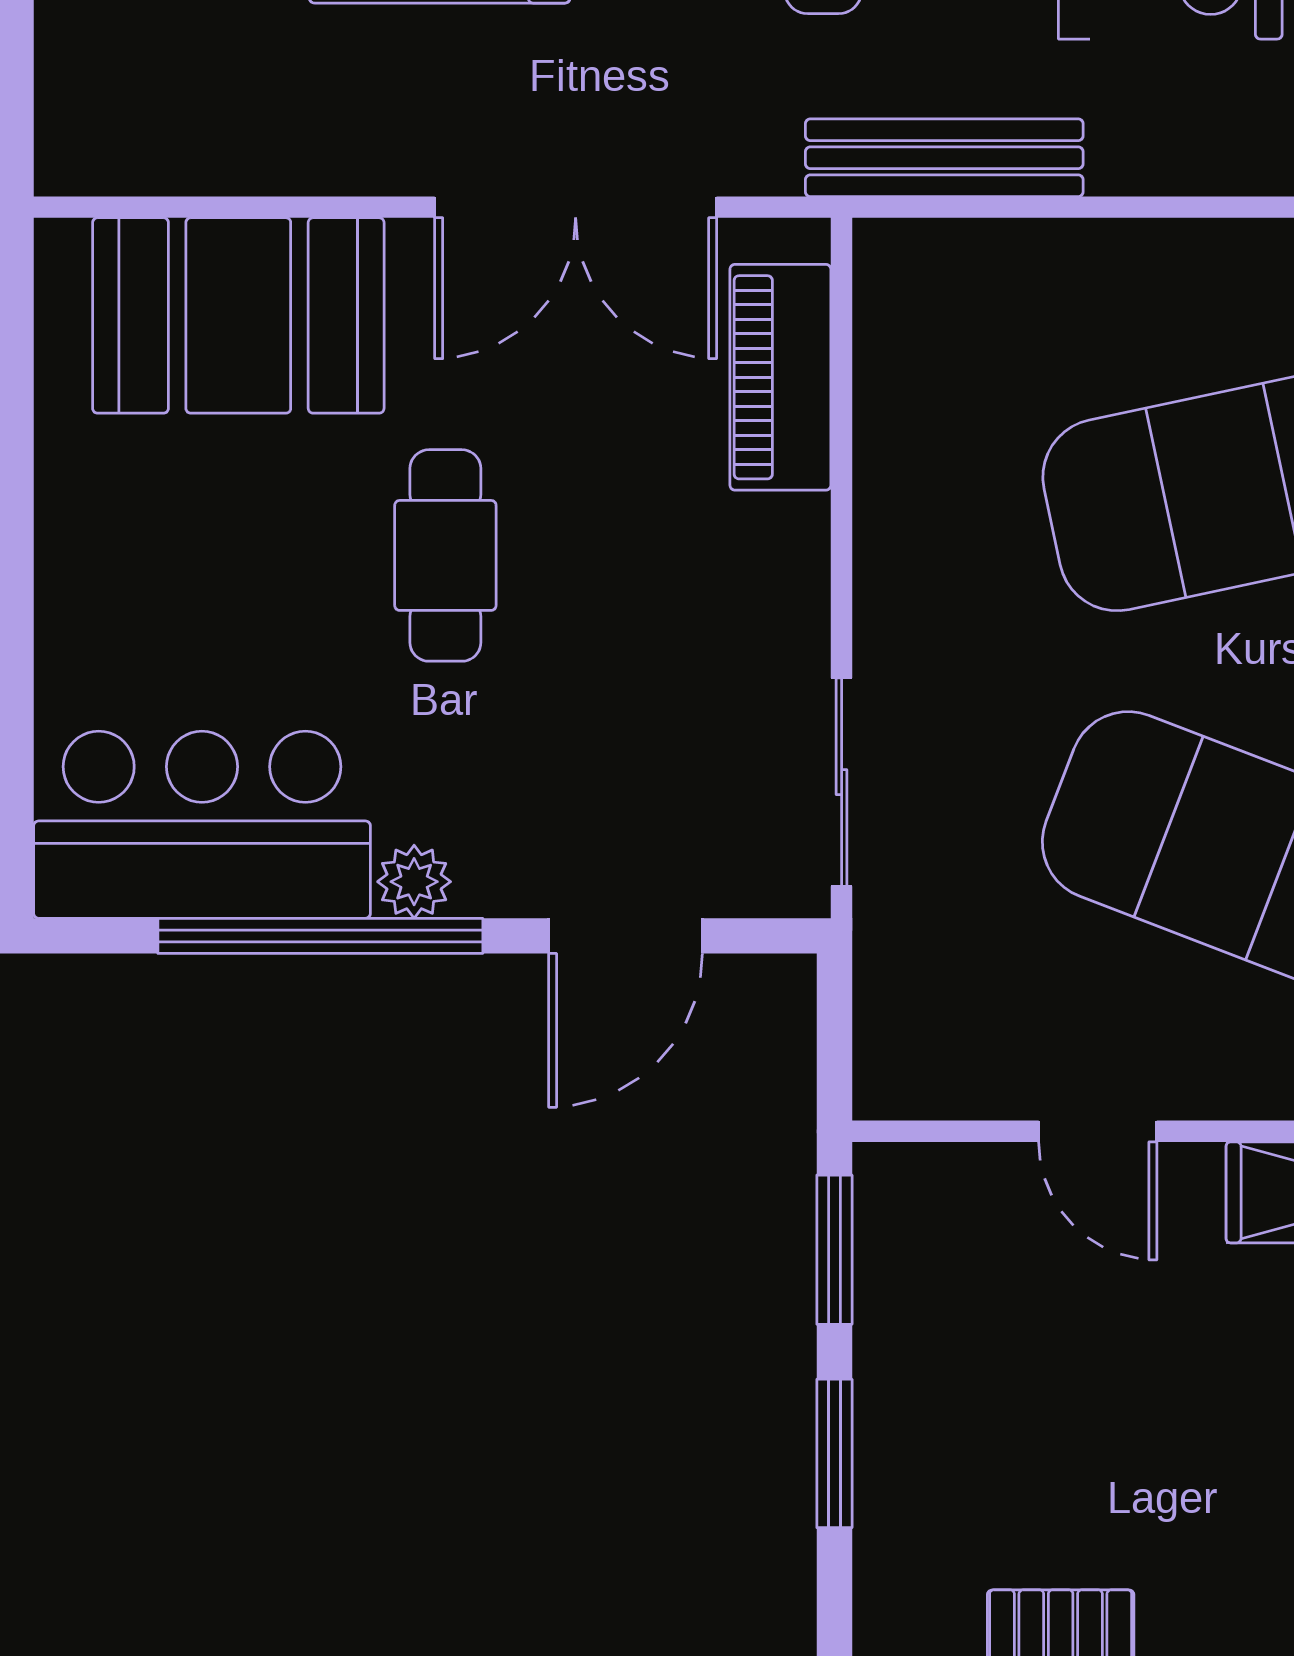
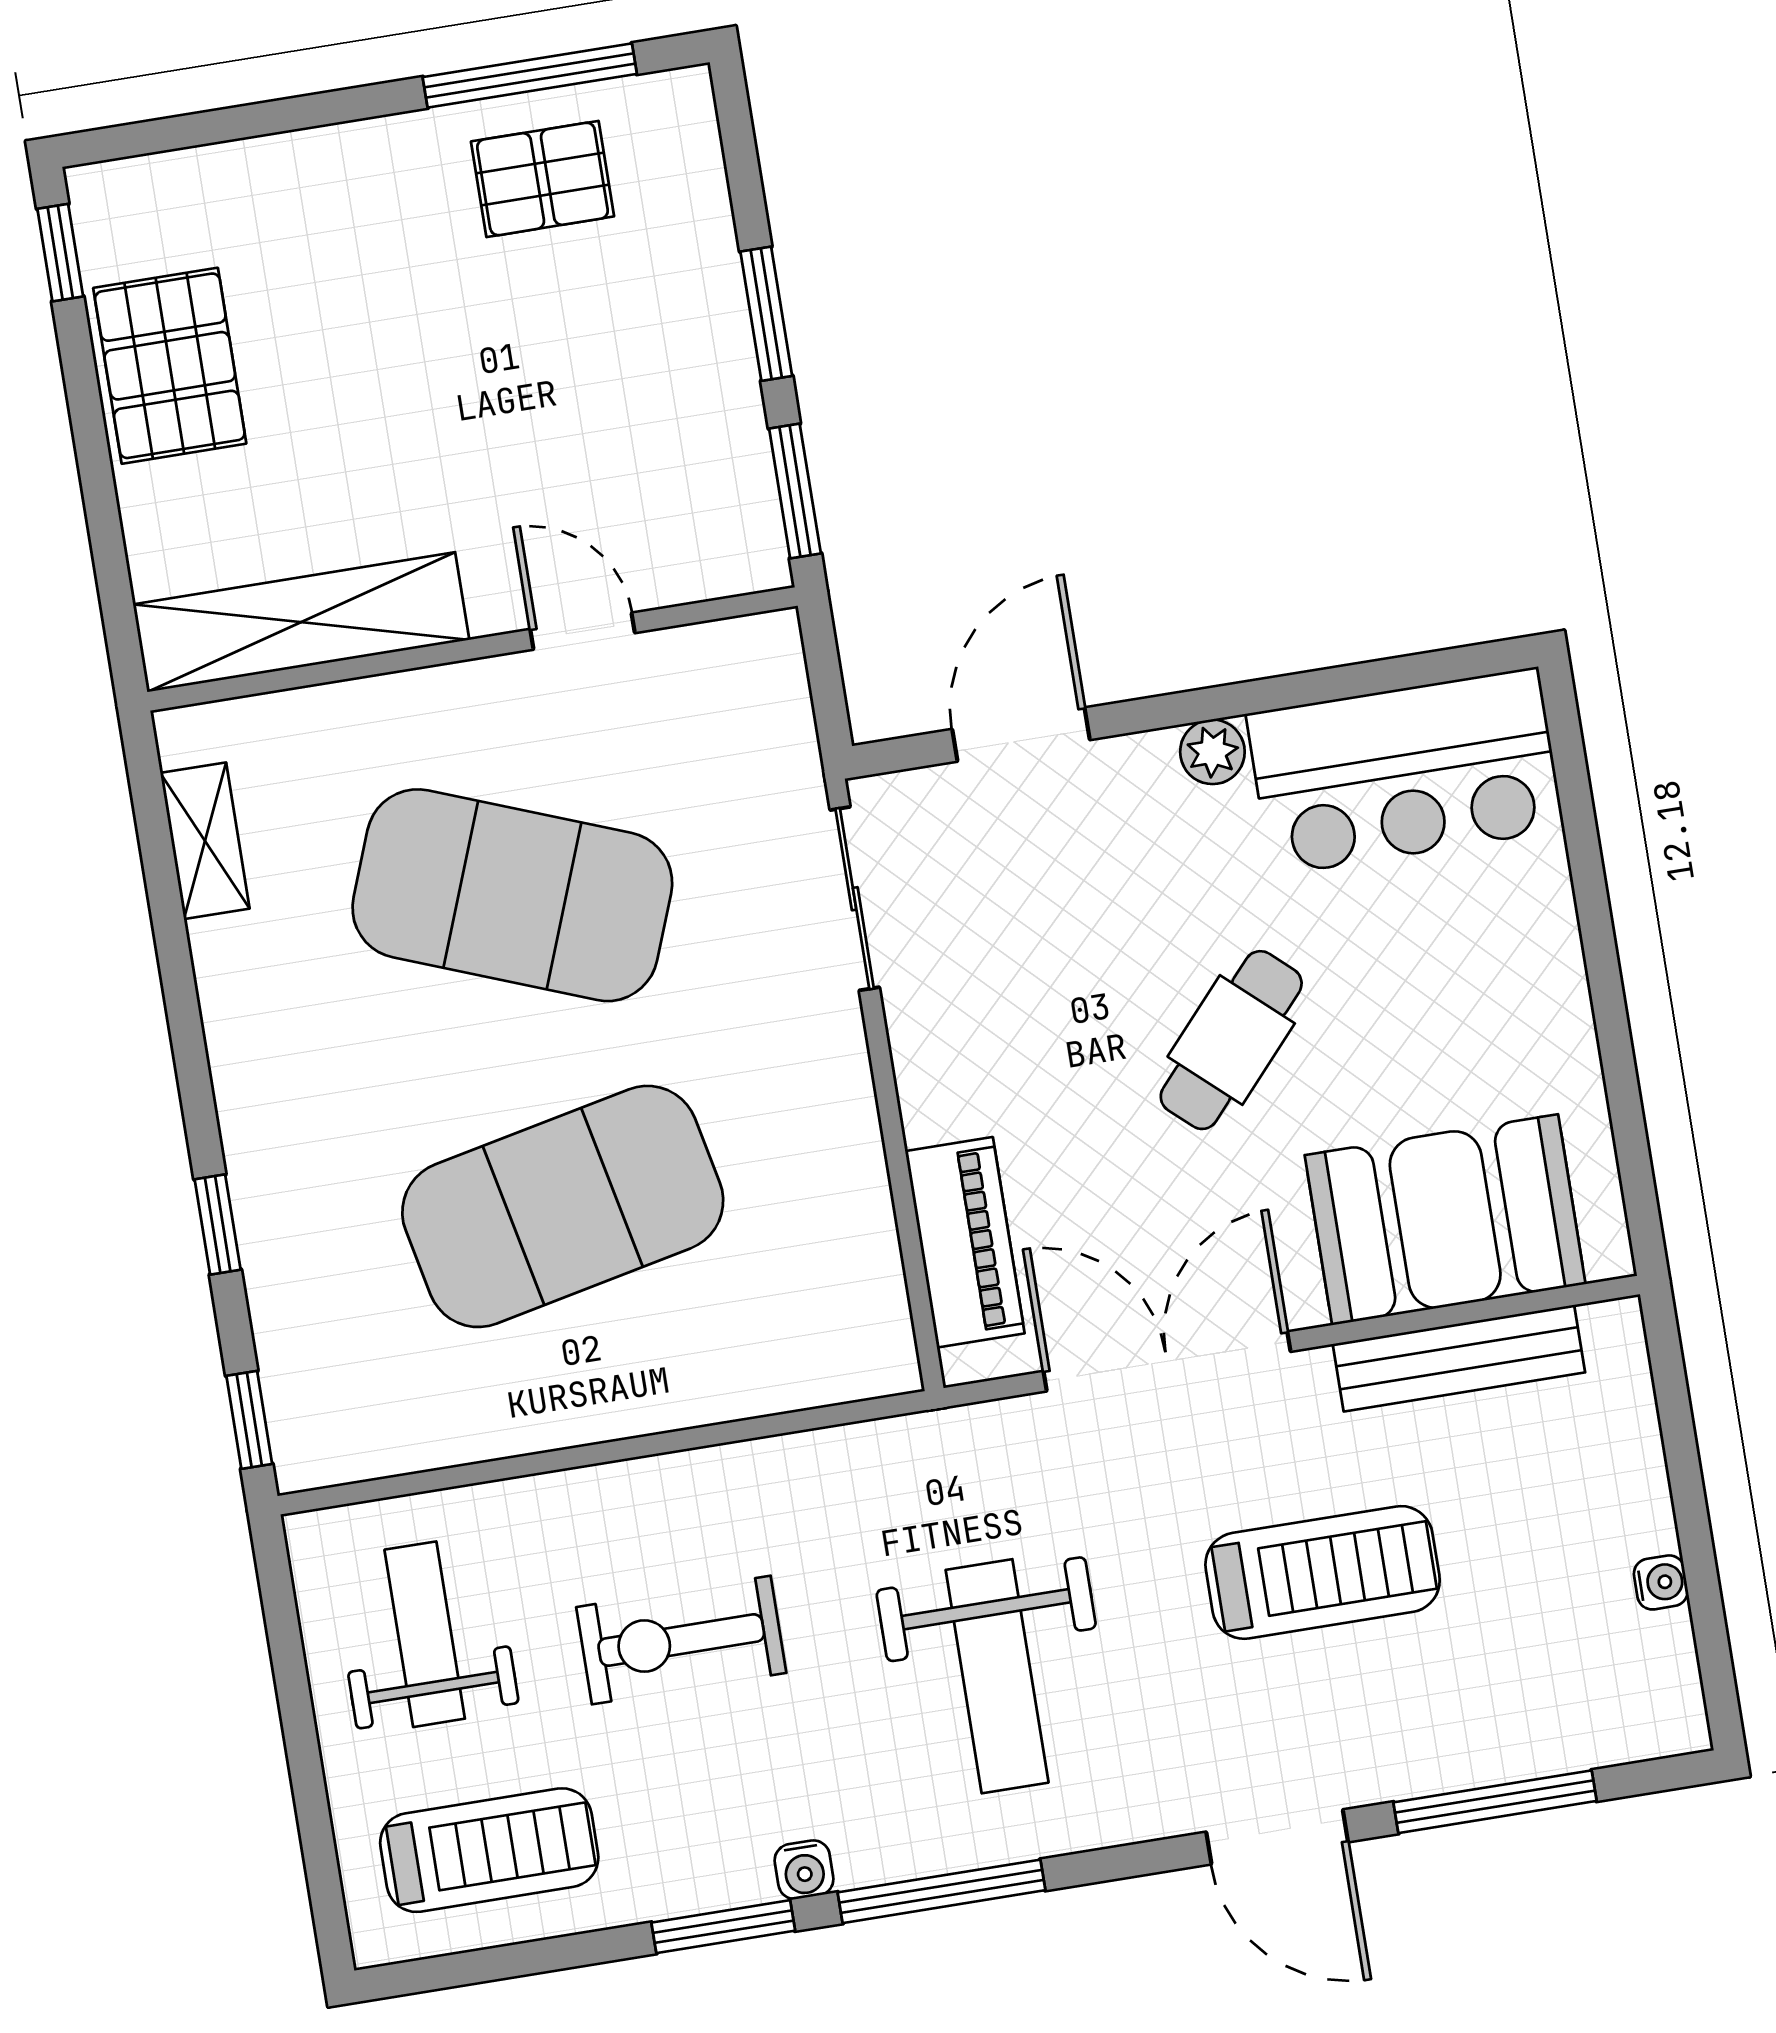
bench: (944, 158) -> (1459, 1358), moved
cafe table: (445, 555) -> (1231, 1040), turned 42
window: (320, 936) -> (1286, 691), removed

